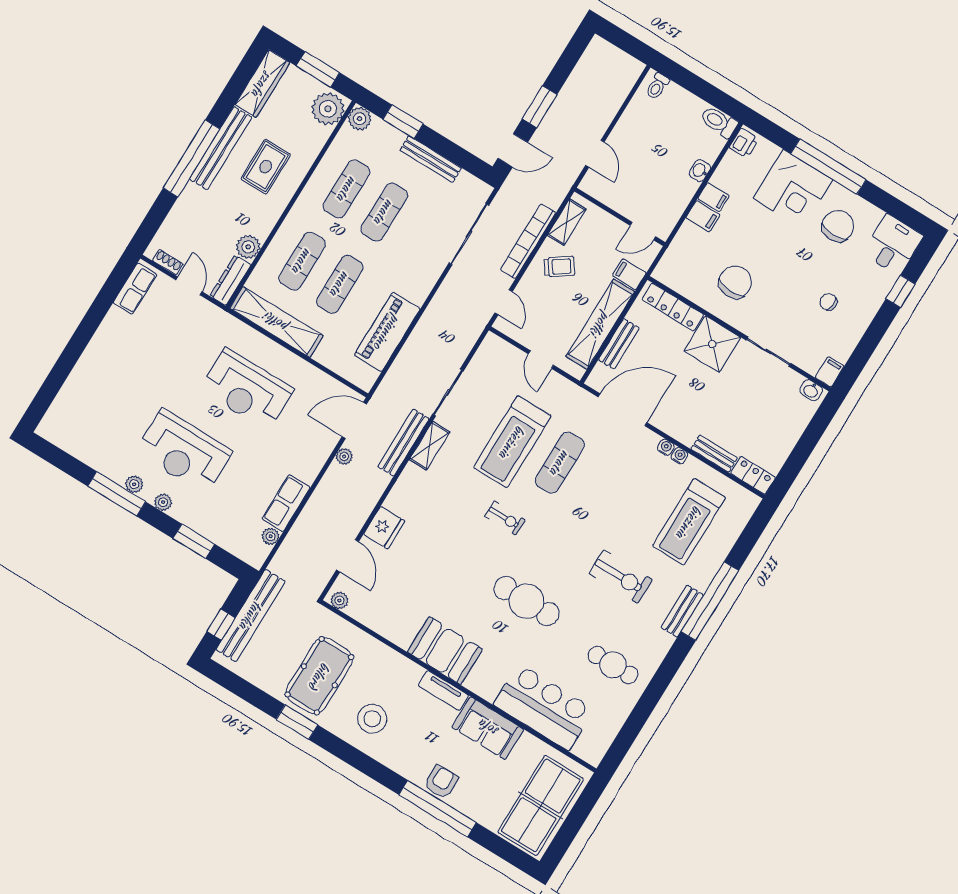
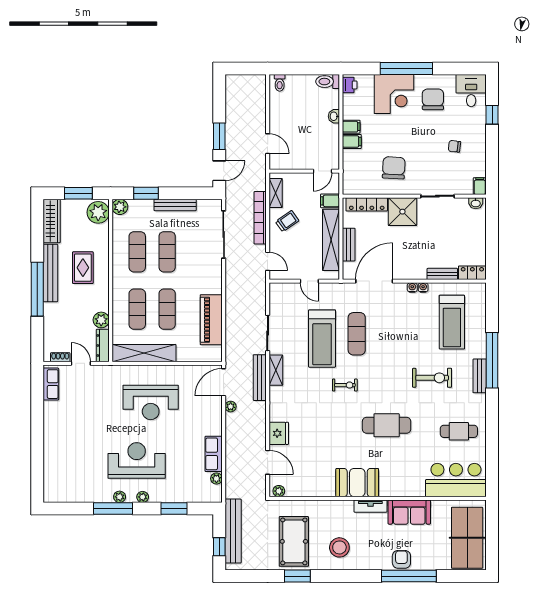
reception desk: (184, 452) -> (137, 460), turned 180
bar counter: (544, 707) -> (456, 480), moved

